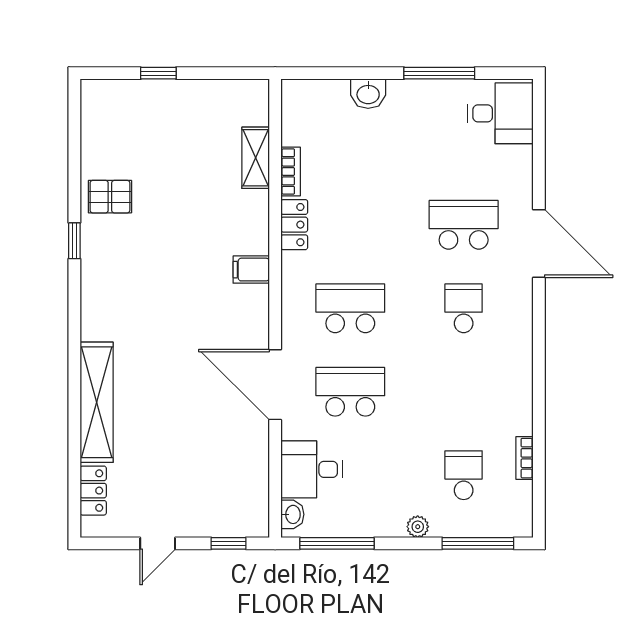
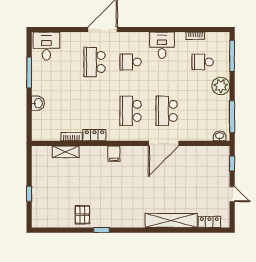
desk: (312, 469) -> (162, 45), moved, turned 180
plant: (418, 527) -> (221, 86), width x1.88, depth x1.88

